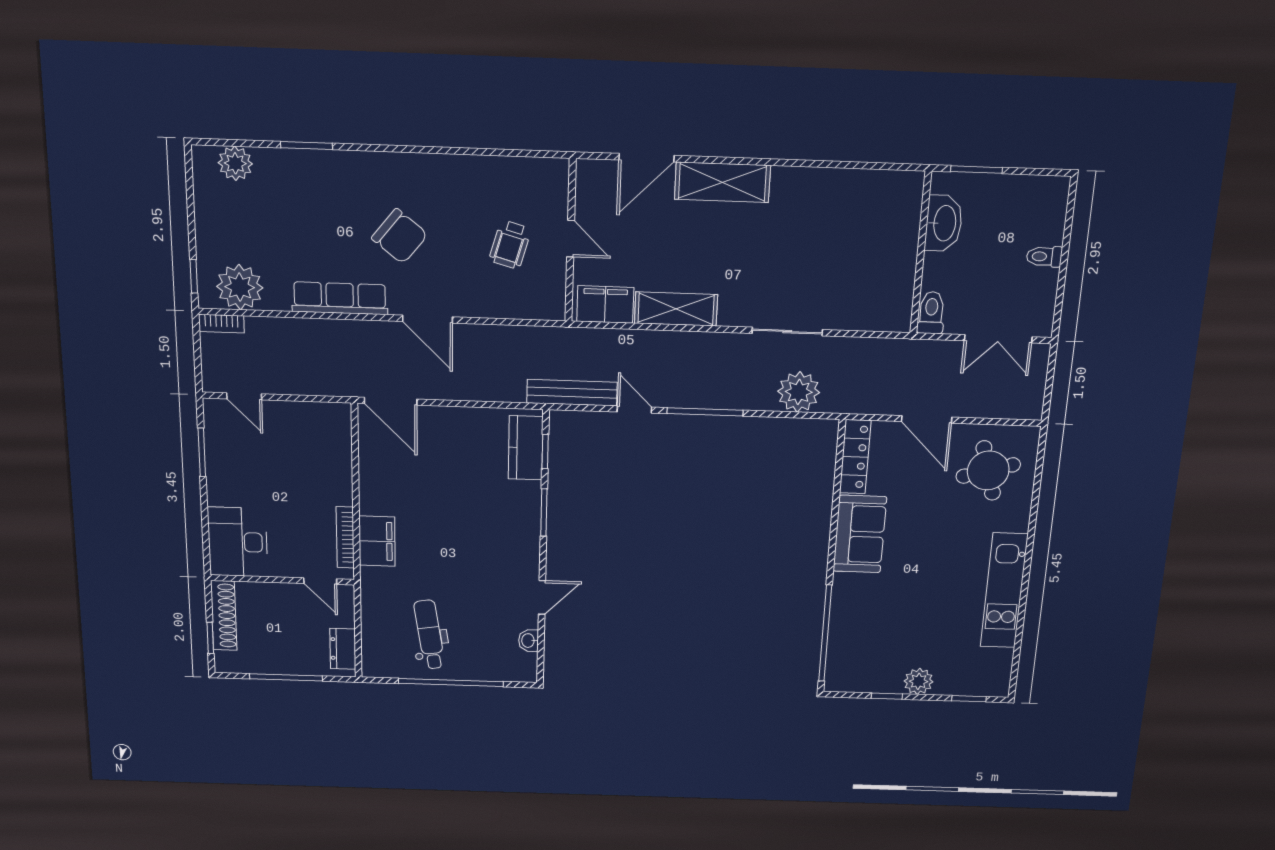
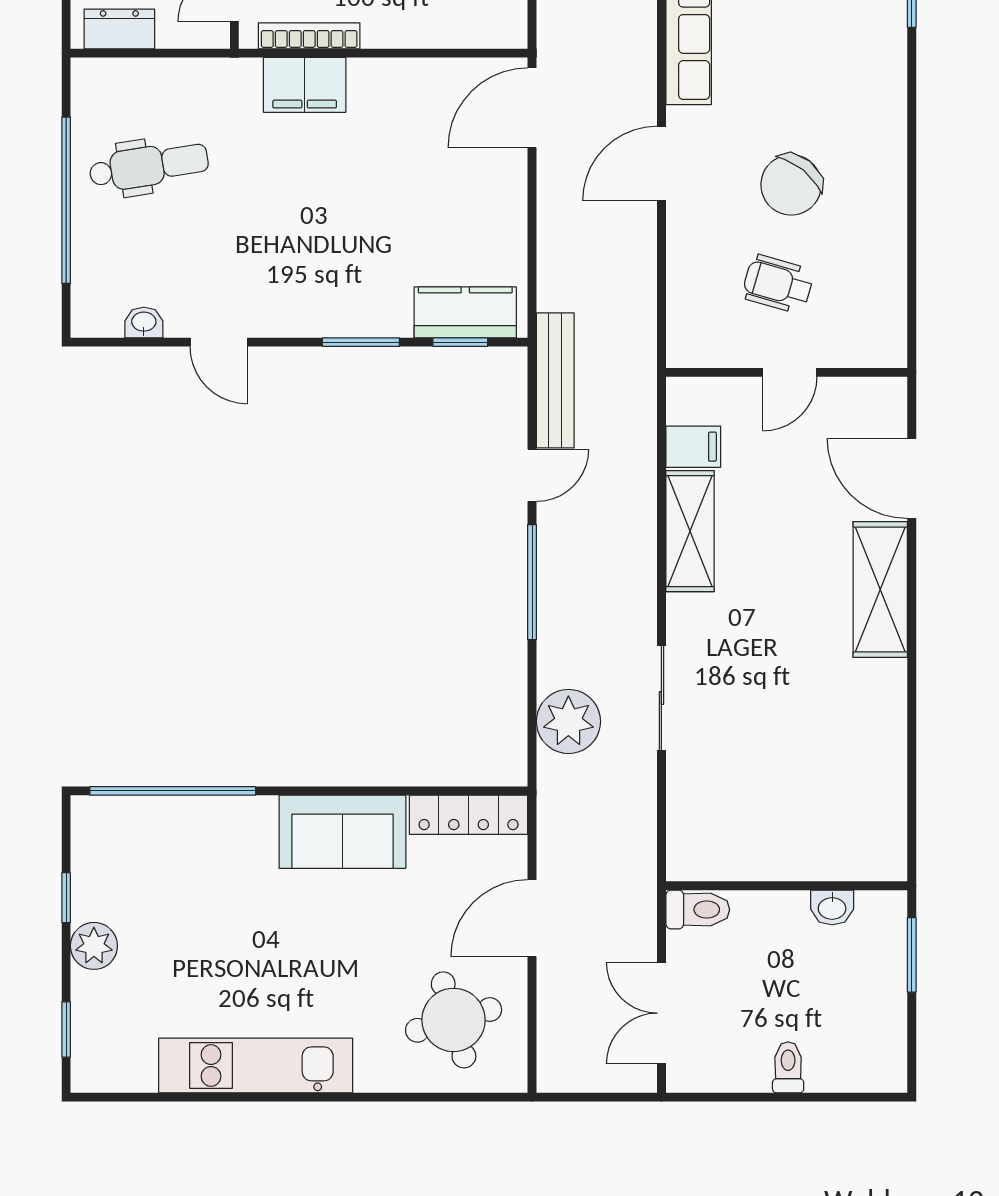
washbasin: (944, 223) -> (832, 907), width x0.52, depth x0.69
chair: (400, 236) -> (791, 185), moved
filing cabinet: (605, 304) -> (693, 447), width x0.50

